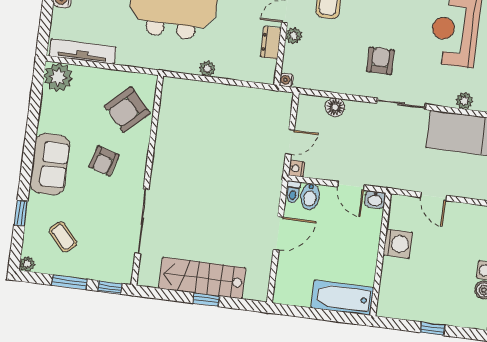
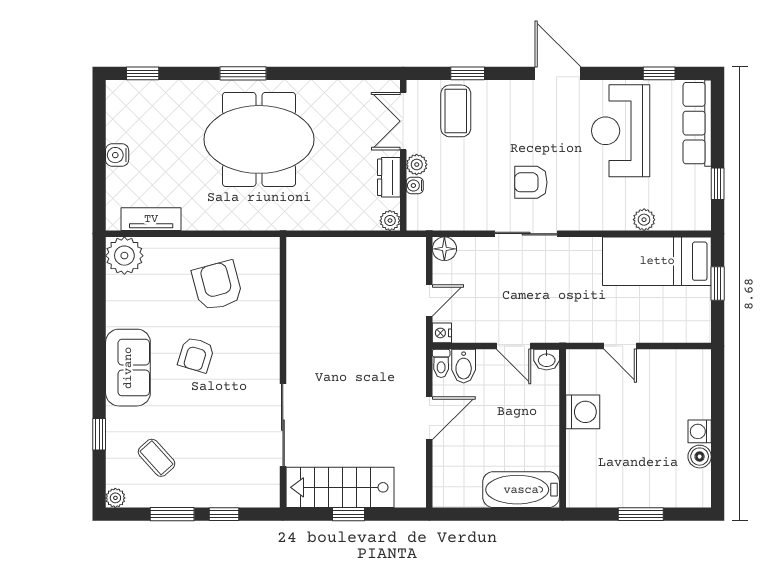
tv unit: (82, 52) -> (151, 219), width x0.71
armchair: (380, 61) -> (531, 182), turned -90
plant: (207, 69) -> (390, 221), moved
water cooler: (286, 80) -> (415, 186), moved
sliding door: (401, 104) -> (526, 234), moved
floor lamp: (335, 107) -> (444, 249), moved
armchair: (127, 110) -> (217, 286), turned 118
wall: (147, 180) -> (283, 372), moved
sliding door: (142, 221) -> (283, 425), moved
window: (433, 329) -> (641, 514), width x1.50

